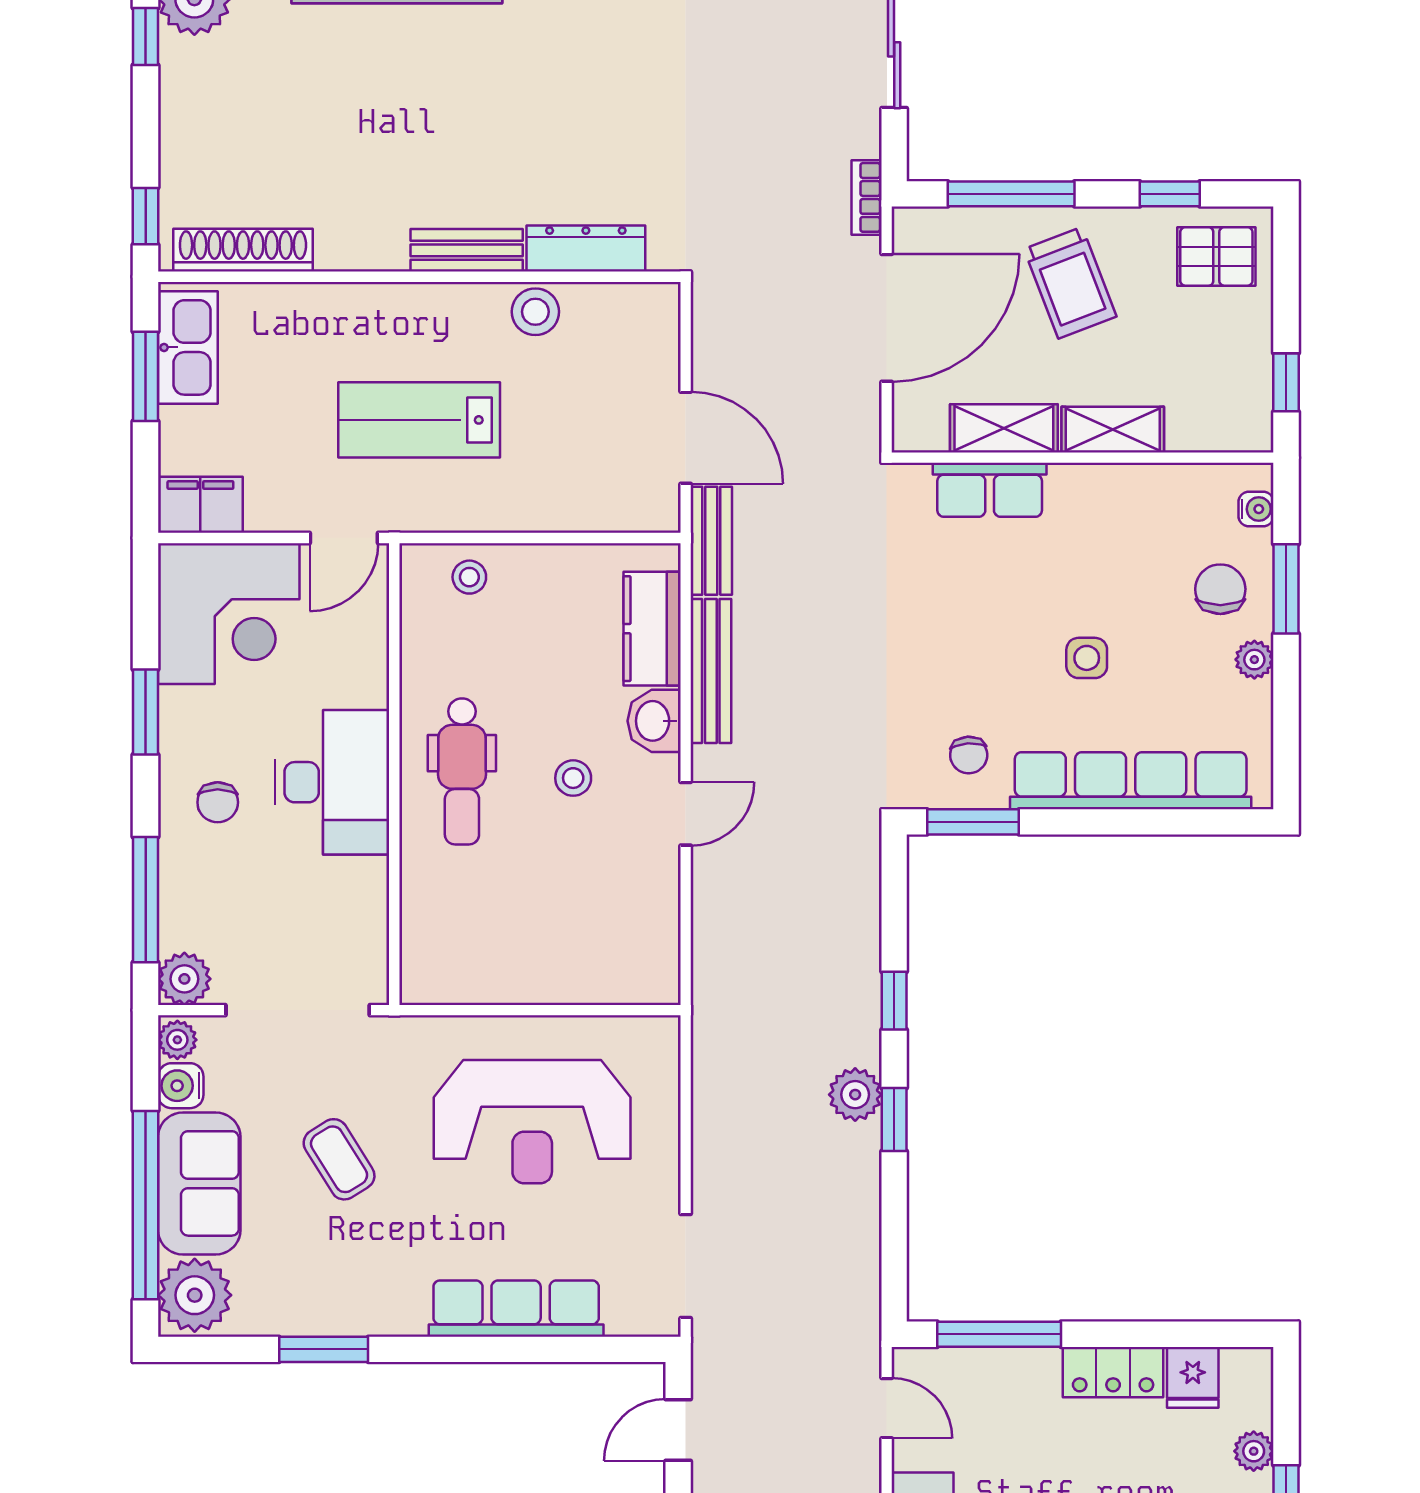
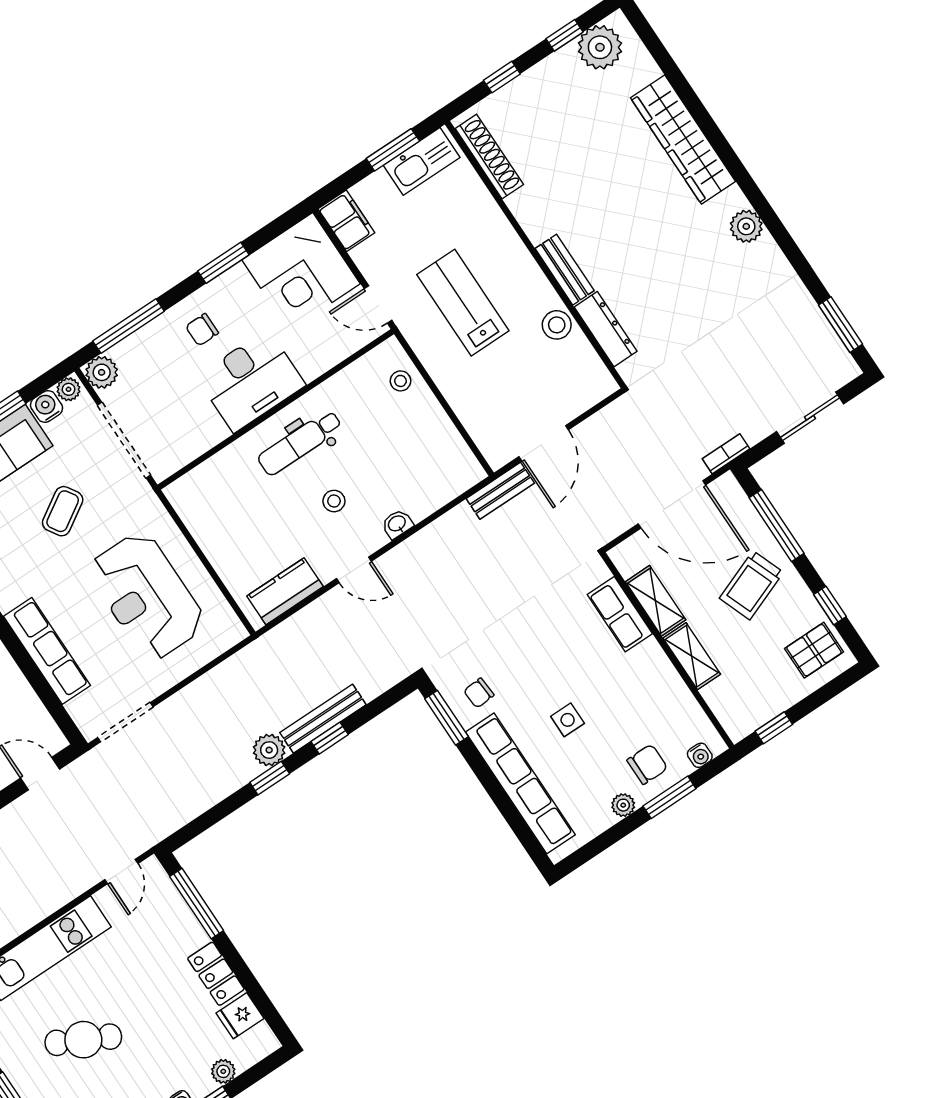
window: (146, 216) -> (502, 77), moved
pallet: (1216, 256) -> (814, 650), turned 90
kitchen counter: (652, 629) -> (285, 591), moved
bench: (711, 671) -> (323, 719), moved
washbasin: (654, 721) -> (397, 524), width x0.72, depth x0.69

